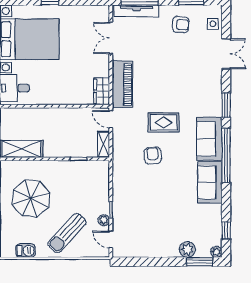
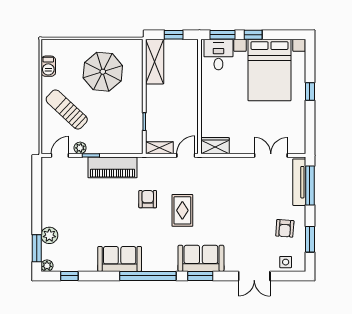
piano: (122, 84) -> (113, 167), moved
sofa: (209, 139) -> (201, 258), moved
armchair: (153, 156) -> (148, 199), turned -86

